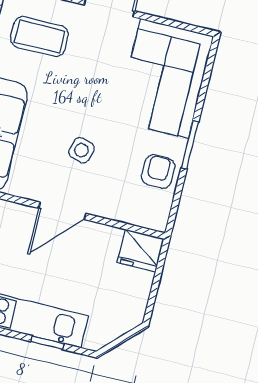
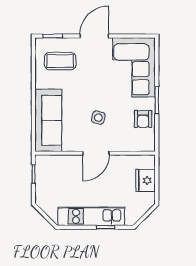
armchair: (158, 172) -> (143, 119), turned 180
fridge: (140, 251) -> (146, 180), moved, turned 90

